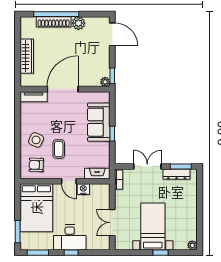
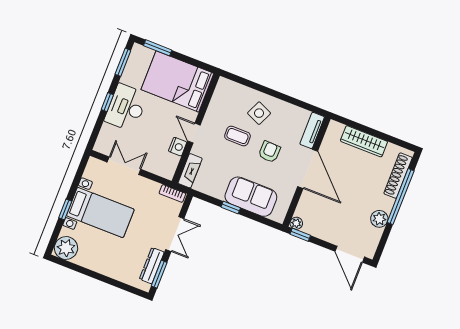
shoe rack: (54, 22) -> (398, 176), moved
door: (112, 34) -> (350, 254), hinge flipped
armchair: (36, 165) -> (269, 152), moved
door: (69, 181) -> (194, 133), hinge flipped
plant: (192, 245) -> (66, 248), width x1.88, depth x1.88

